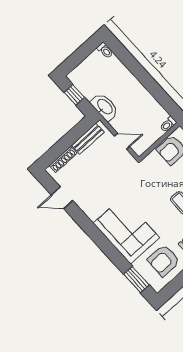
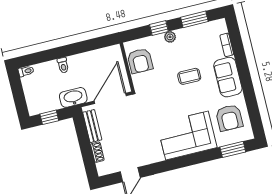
toilet: (168, 124) -> (63, 65), moved
door: (122, 141) -> (110, 98), width x1.87
shoe rack: (63, 159) -> (97, 152), width x0.70

